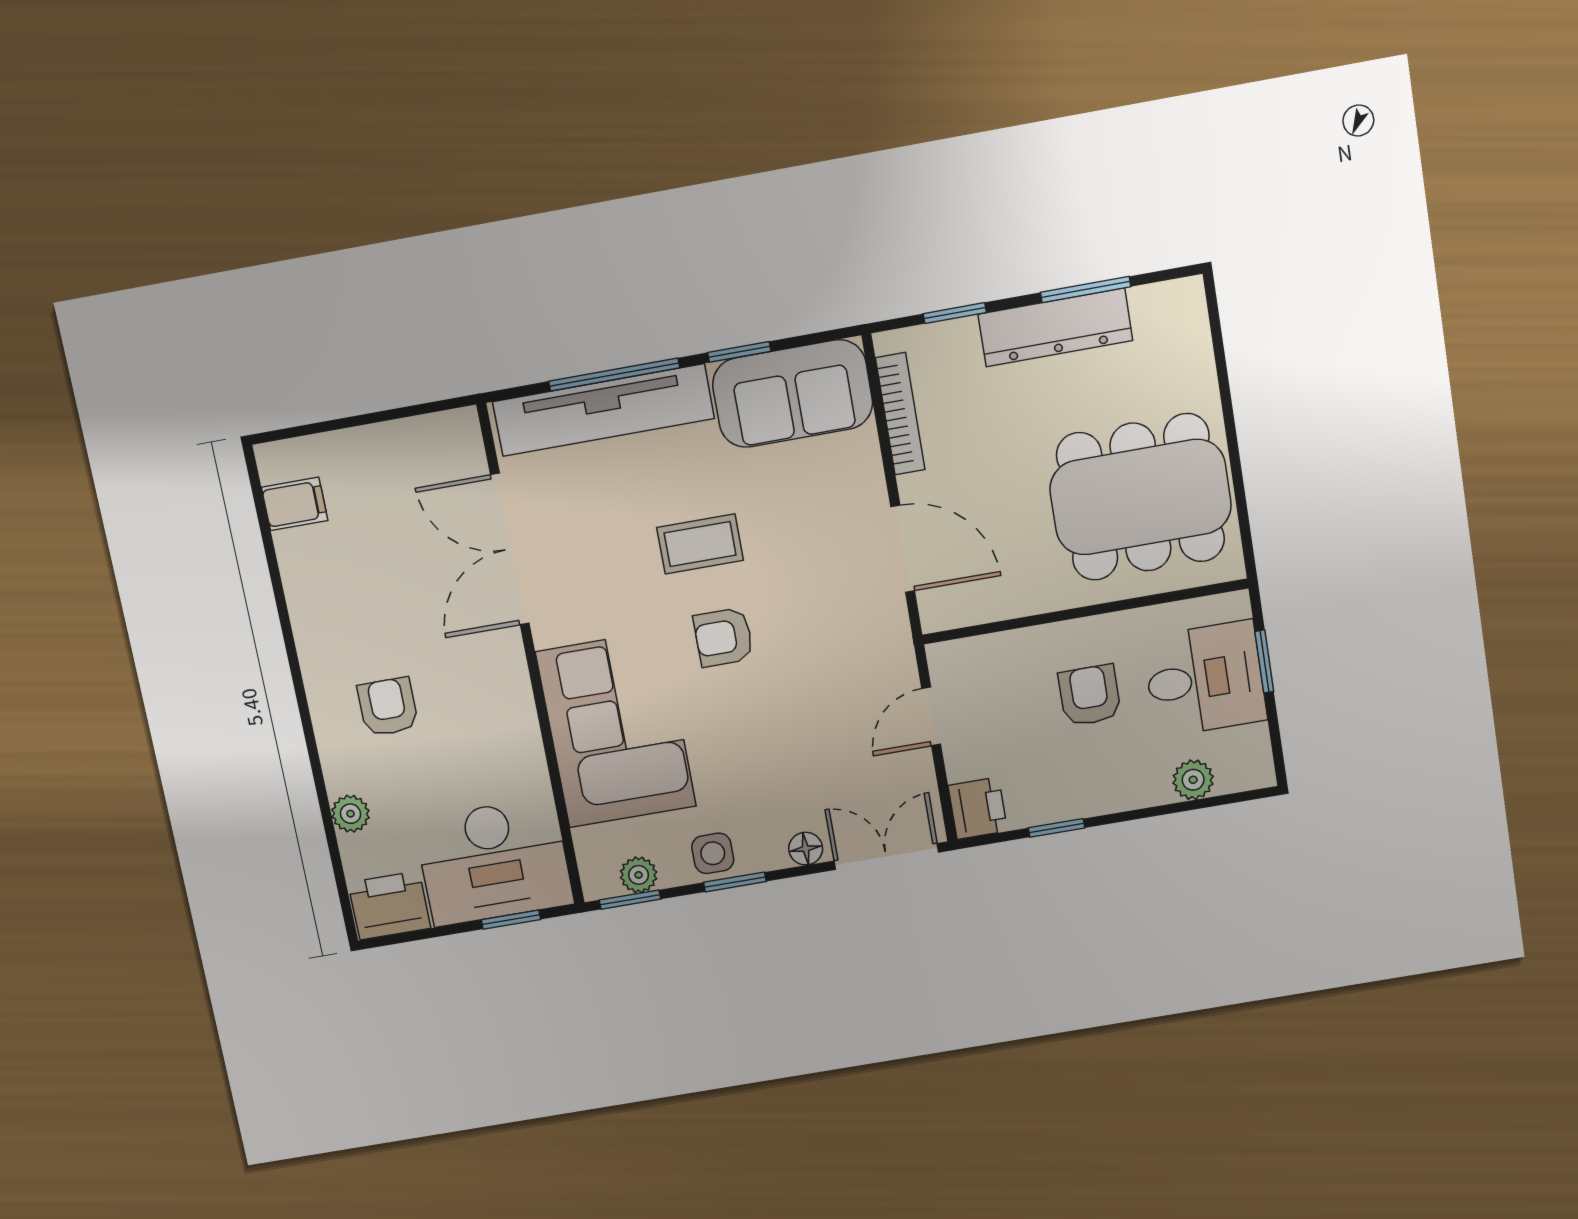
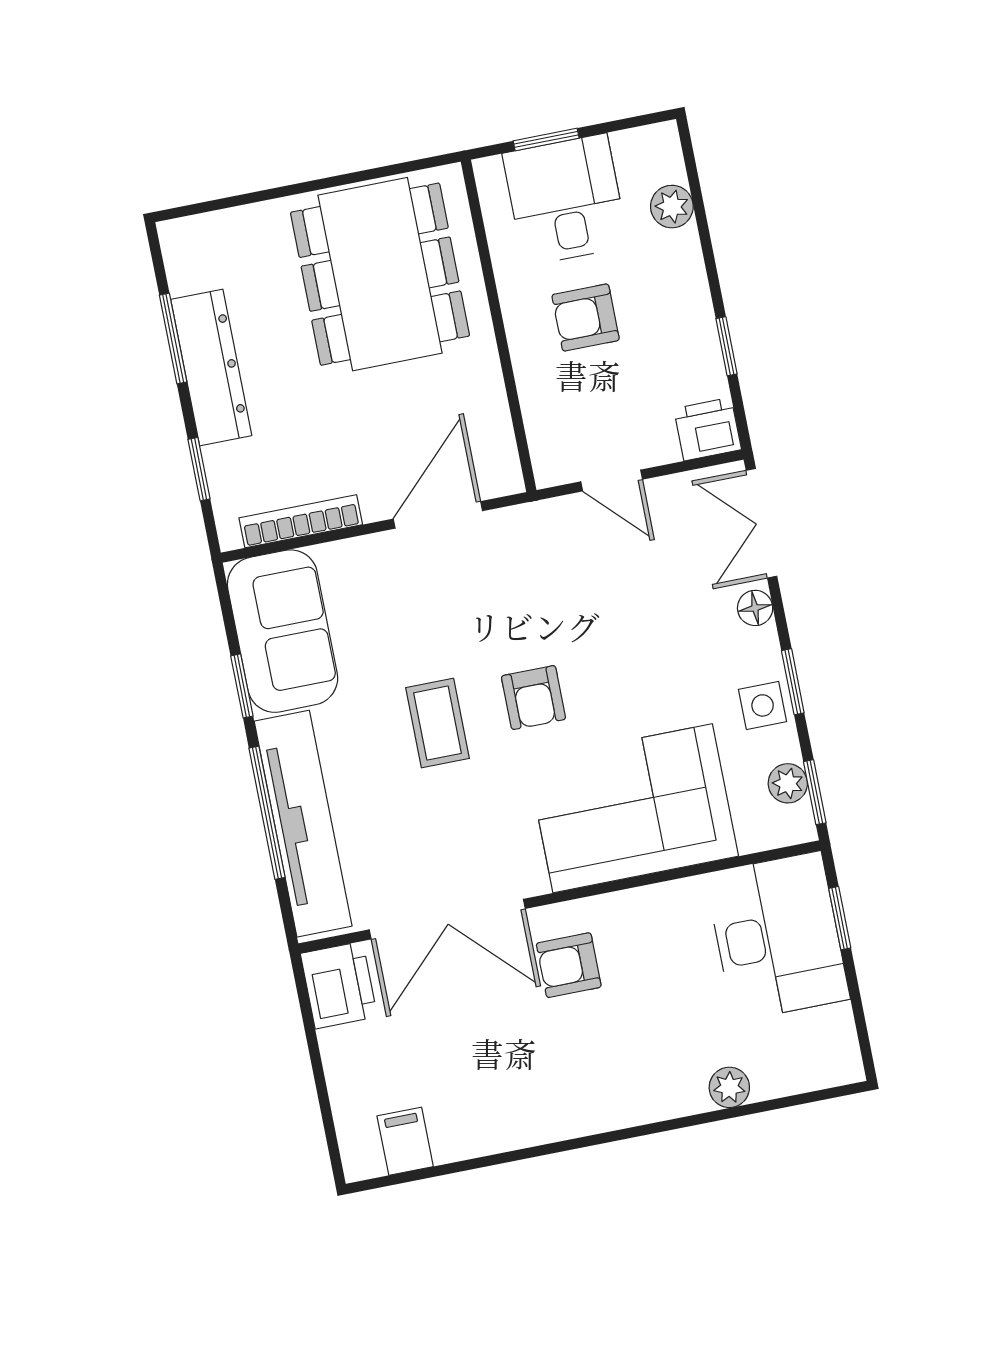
armchair: (388, 707) -> (569, 965), moved
printer: (389, 905) -> (339, 985), moved, turned 180

